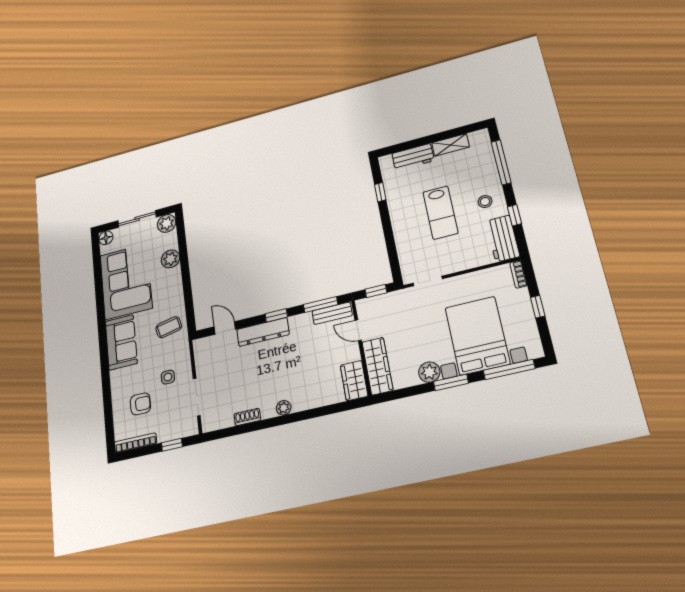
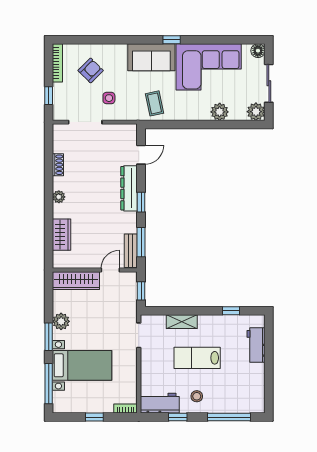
shelving: (451, 145) -> (182, 322), moved, turned 90
window: (102, 326) -> (172, 40), added
bed with nightstands: (477, 336) -> (82, 365), width x0.73
wardrobe: (354, 381) -> (62, 235), moved, turned 90
armchair: (140, 404) -> (91, 70), turned -135

